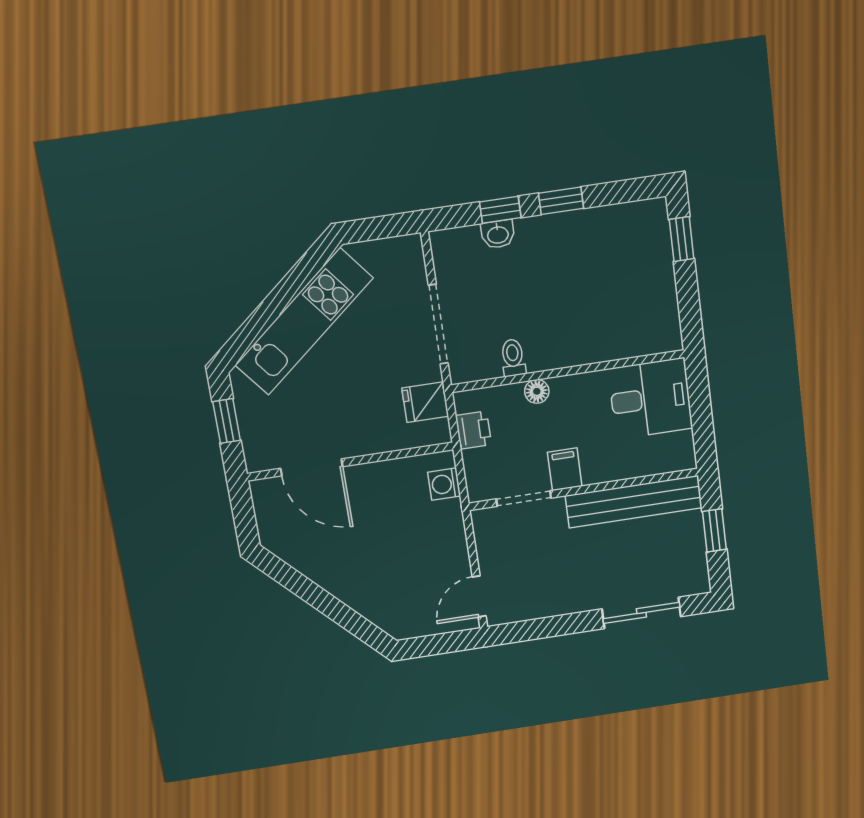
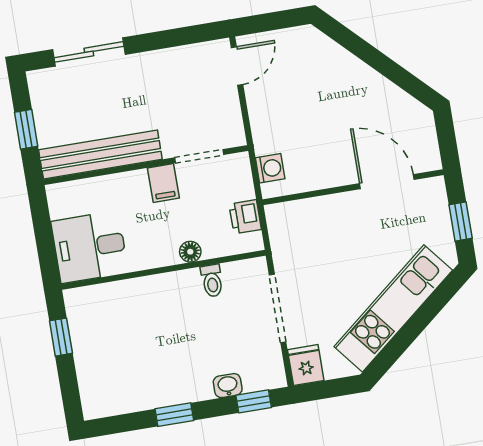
window: (500, 210) -> (254, 401), moved
window: (682, 239) -> (61, 337), moved
fridge: (425, 402) -> (306, 365), moved, turned -90

